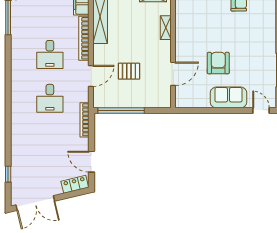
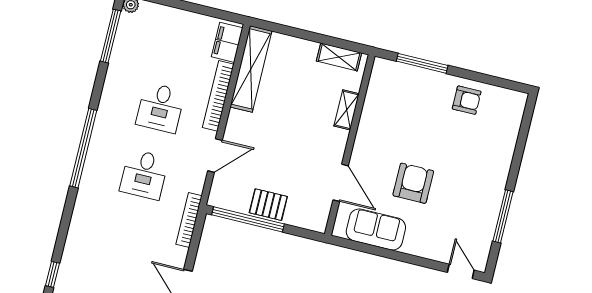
pallet: (129, 71) -> (268, 205), moved
door: (173, 74) -> (341, 183), hinge flipped
window: (8, 91) -> (83, 148), added
sofa: (228, 97) -> (376, 229), moved

